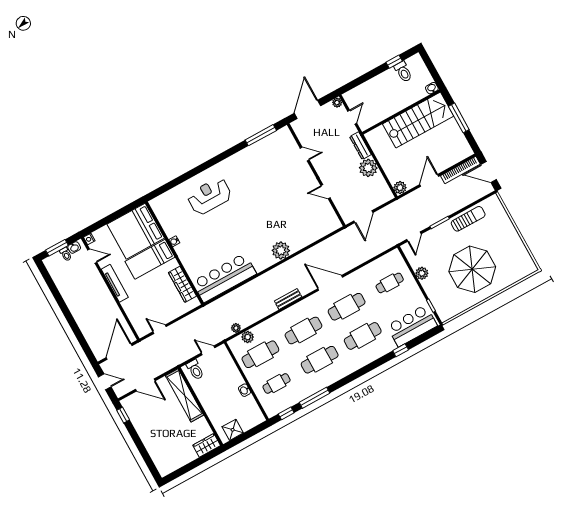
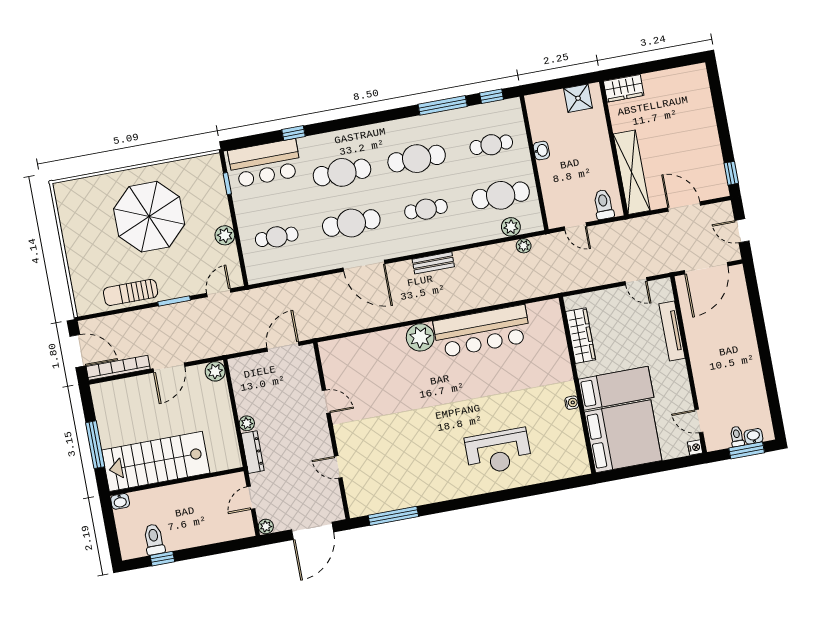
plant: (368, 168) -> (247, 423), width x0.53, depth x0.53
washbasin: (74, 248) -> (754, 436), moved
bar counter: (224, 278) -> (482, 331), moved
tv unit: (115, 283) -> (672, 331), moved
cafe table: (303, 330) -> (426, 209), width x0.73, depth x0.74

